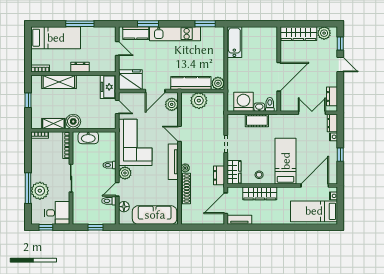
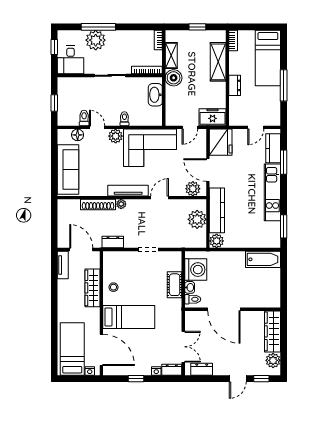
wardrobe: (234, 172) -> (116, 259), removed

